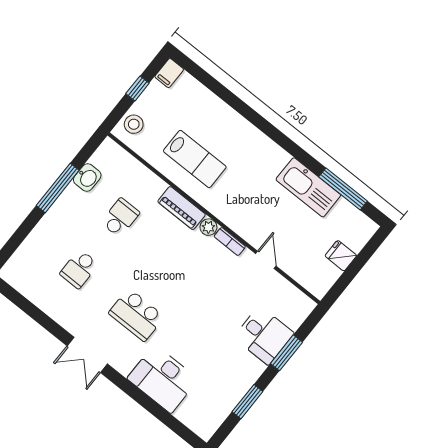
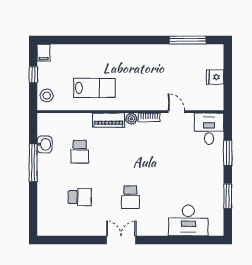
kitchen sink: (308, 187) -> (168, 54), removed
school desk: (120, 218) -> (80, 152), turned 180
school desk: (79, 269) -> (80, 197), turned -90
school desk: (136, 315) -> (130, 197), width x0.54
desk: (264, 335) -> (209, 129), moved, turned -90
double door: (87, 355) -> (121, 240), swing flipped
desk: (163, 379) -> (188, 220), moved

